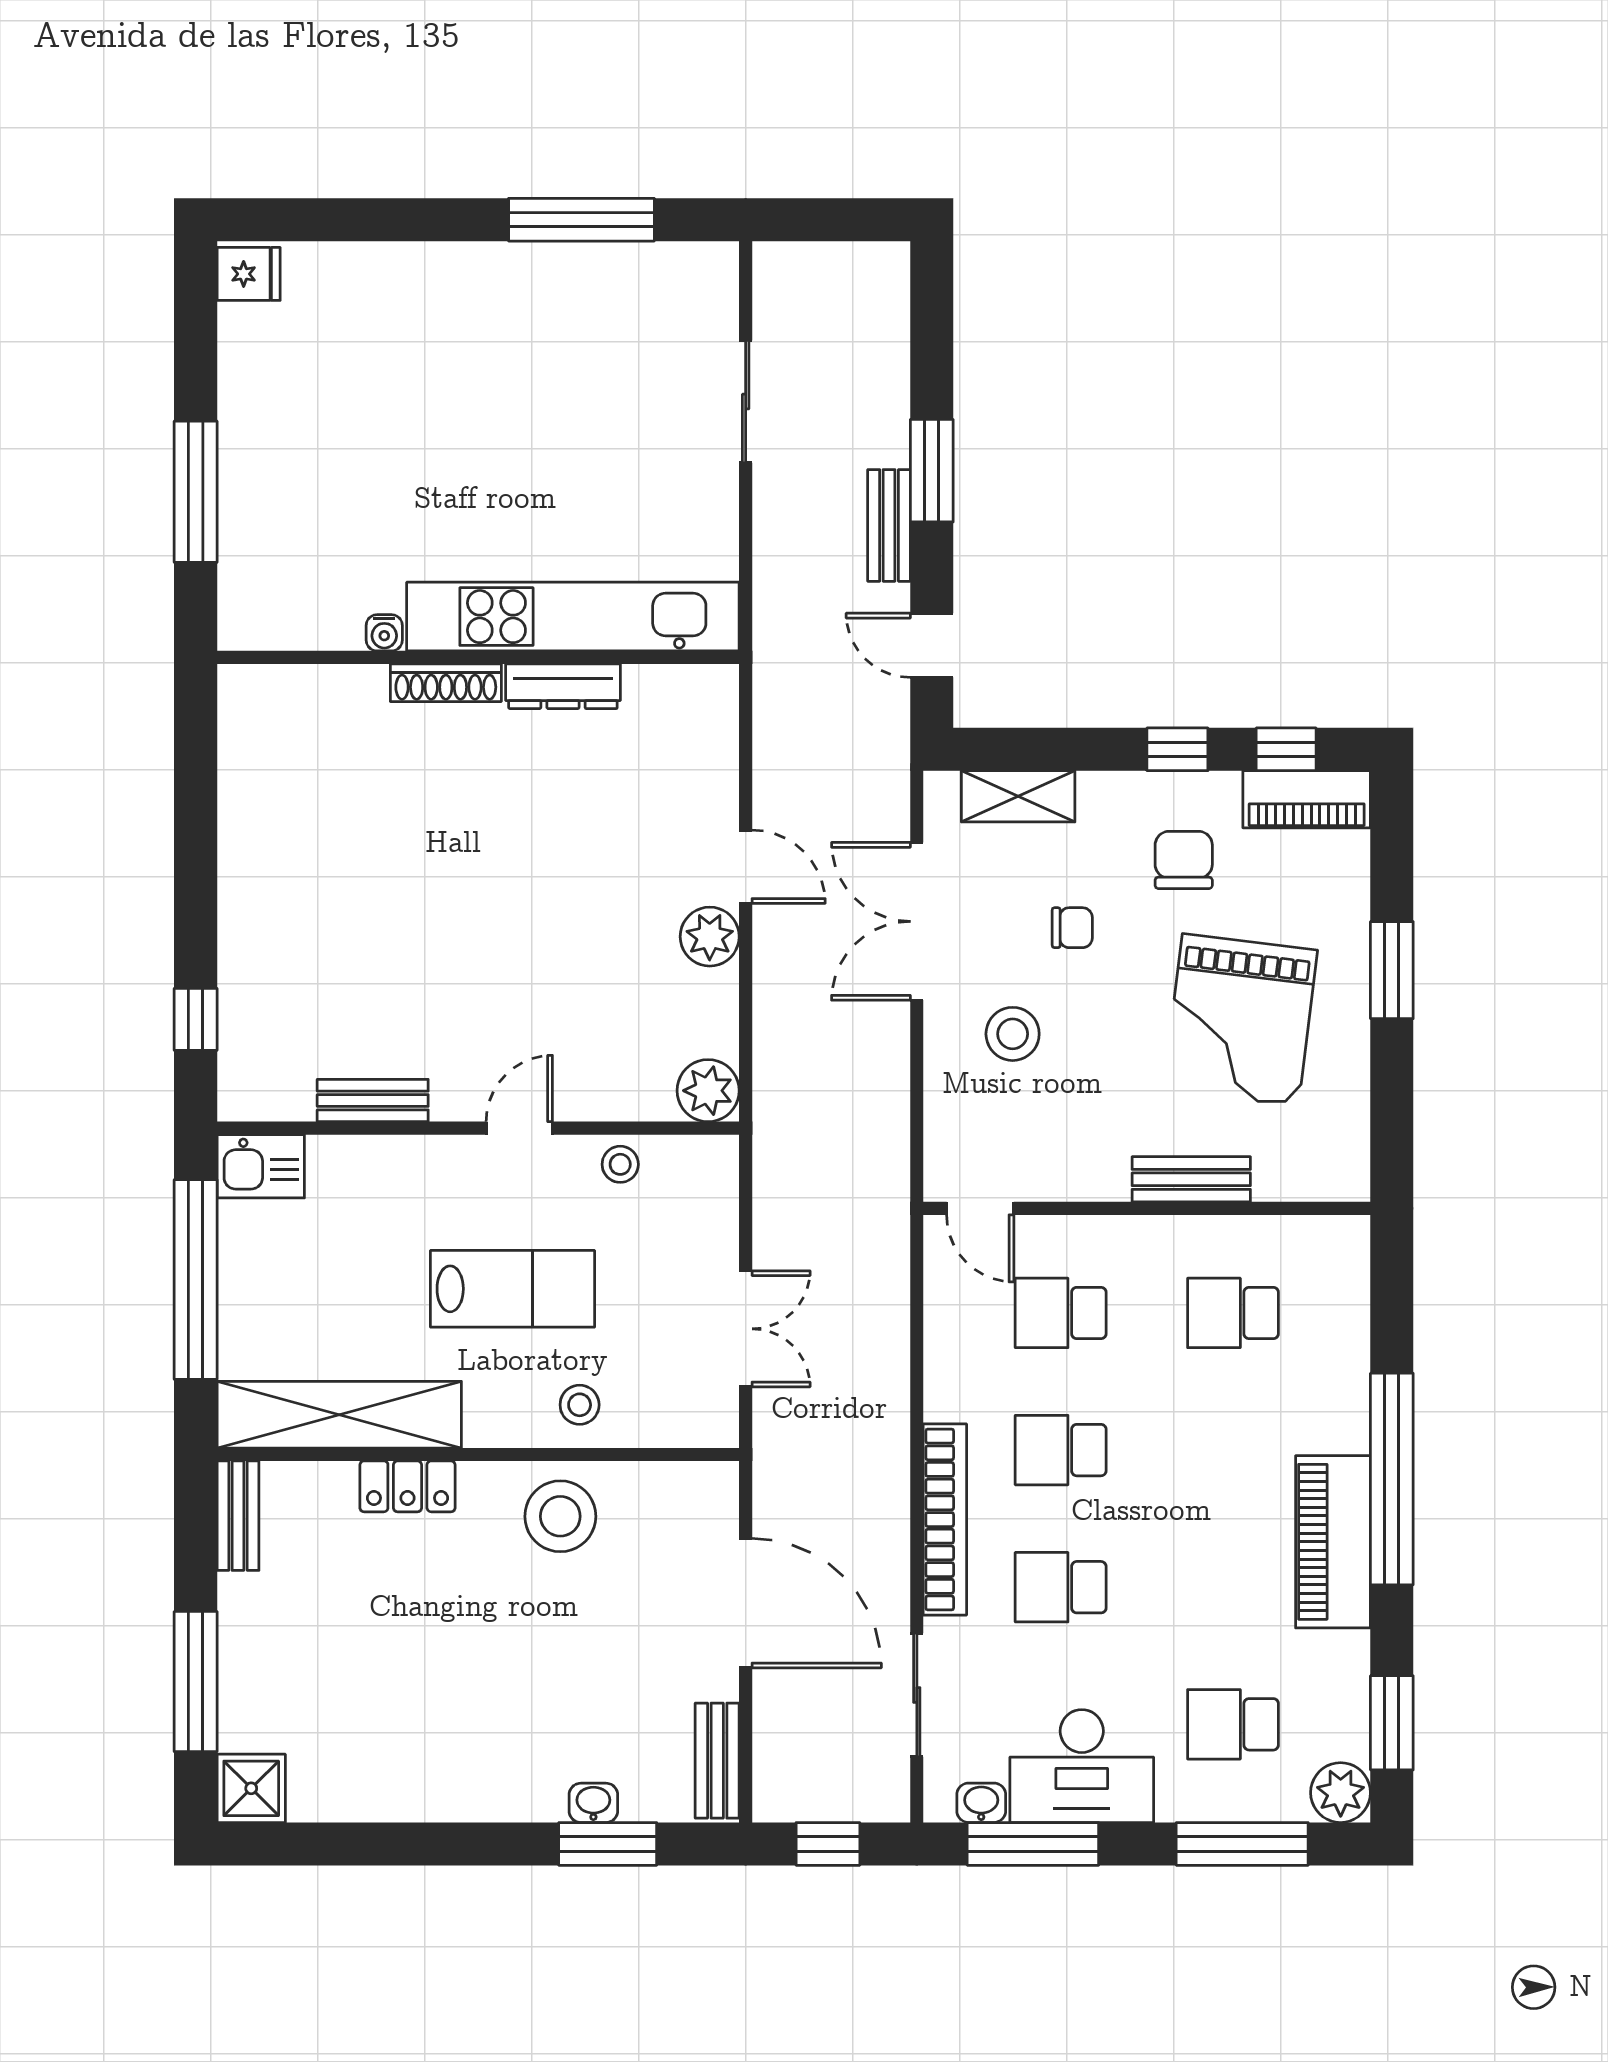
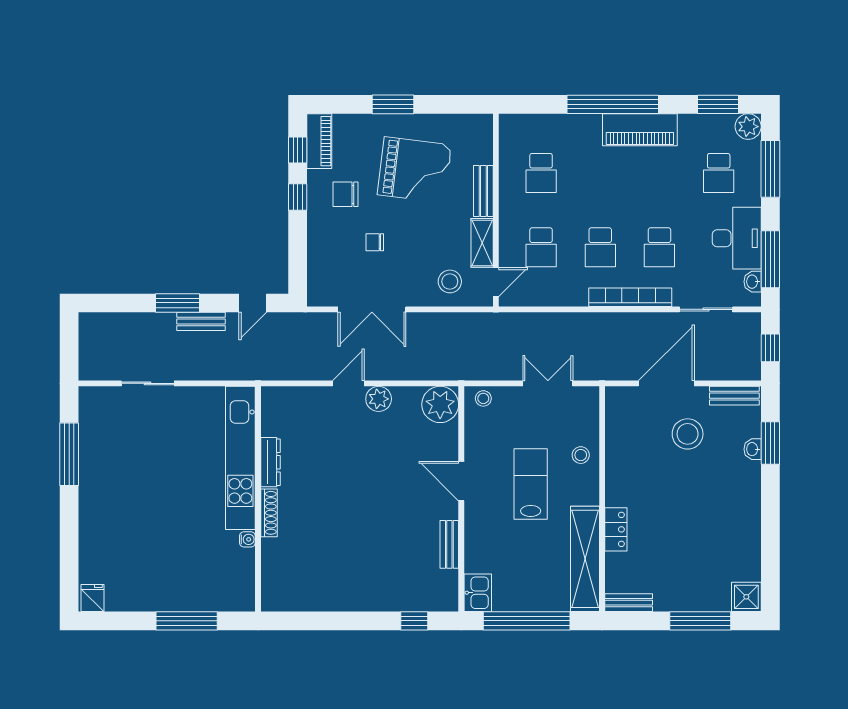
shelving: (1018, 796) -> (482, 243), moved
chair: (1072, 928) -> (375, 242), turned -90
stool: (1013, 1034) -> (450, 281), moved
plant: (708, 1091) -> (440, 404), width x1.36, depth x1.36
door: (519, 1128) -> (461, 481), width x1.38
stool: (620, 1164) -> (483, 398), moved
stool: (560, 1516) -> (688, 434), moved

